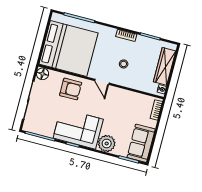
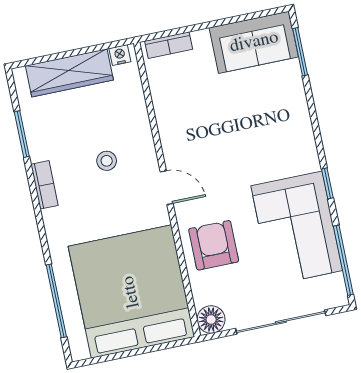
door: (102, 82) -> (167, 188), hinge flipped
corner sofa: (78, 129) -> (297, 228), moved
plant: (107, 144) -> (290, 114), removed

